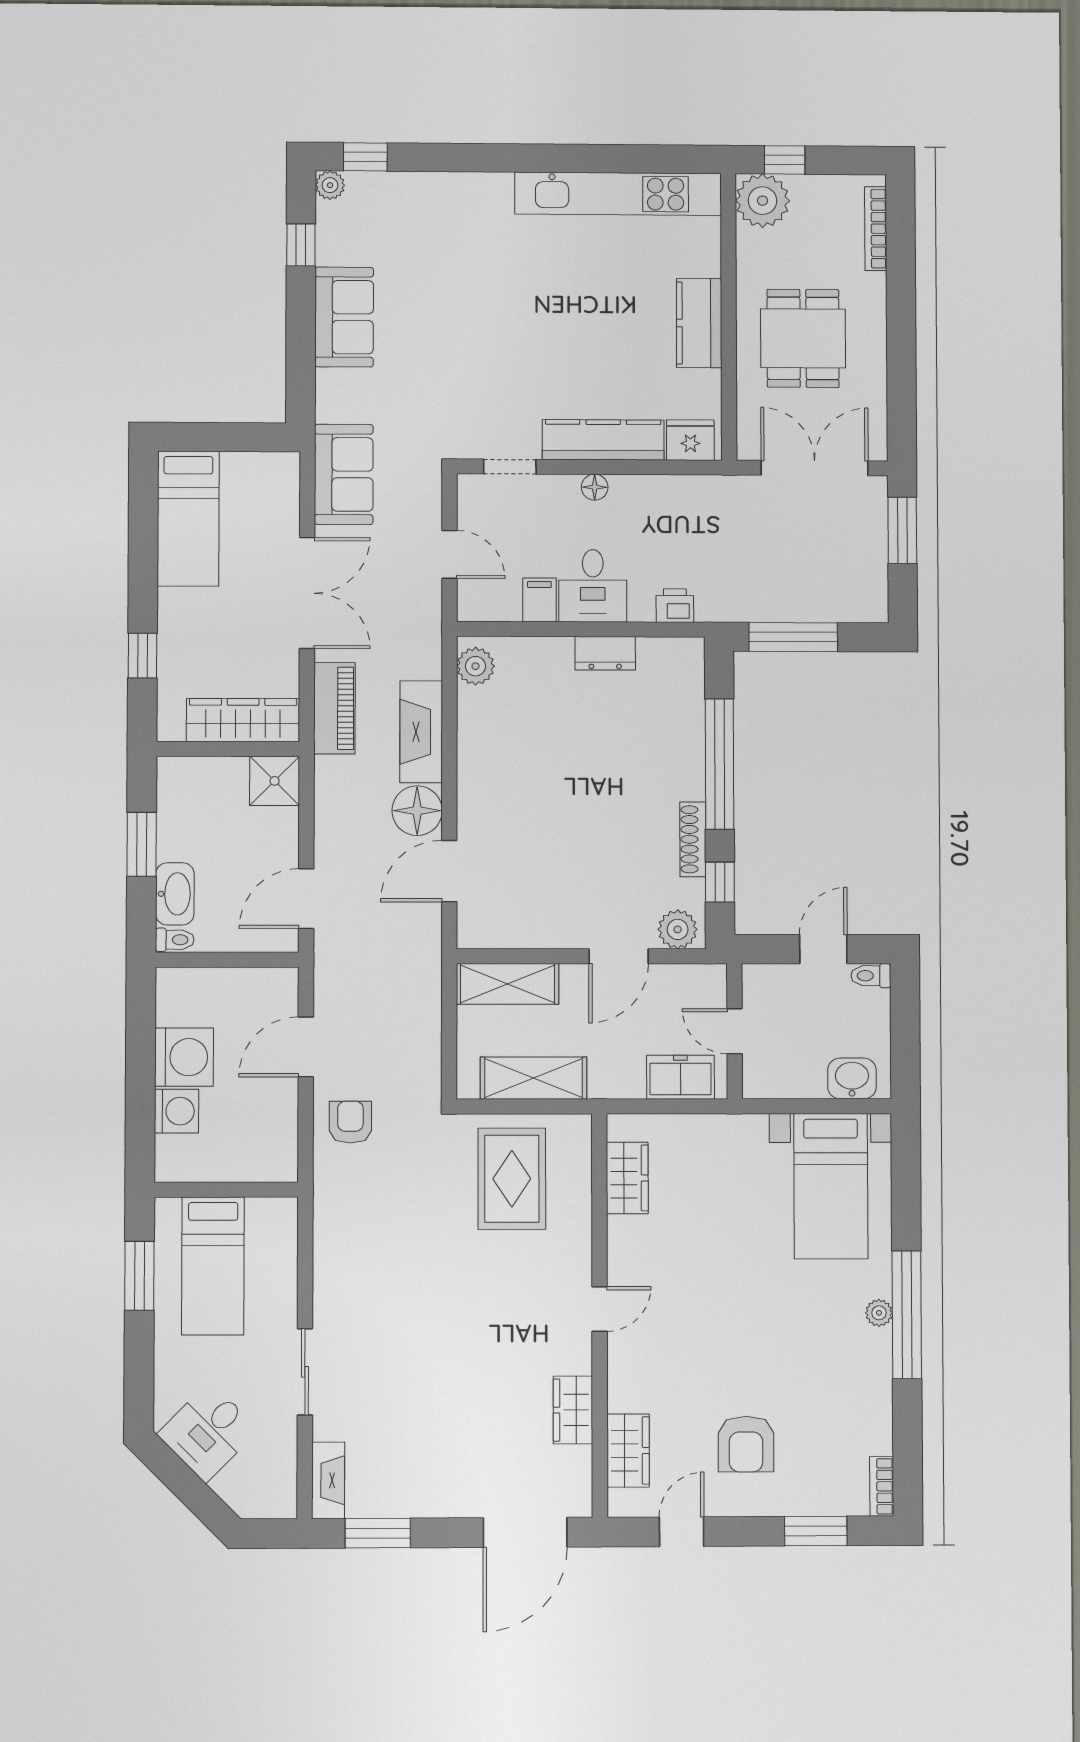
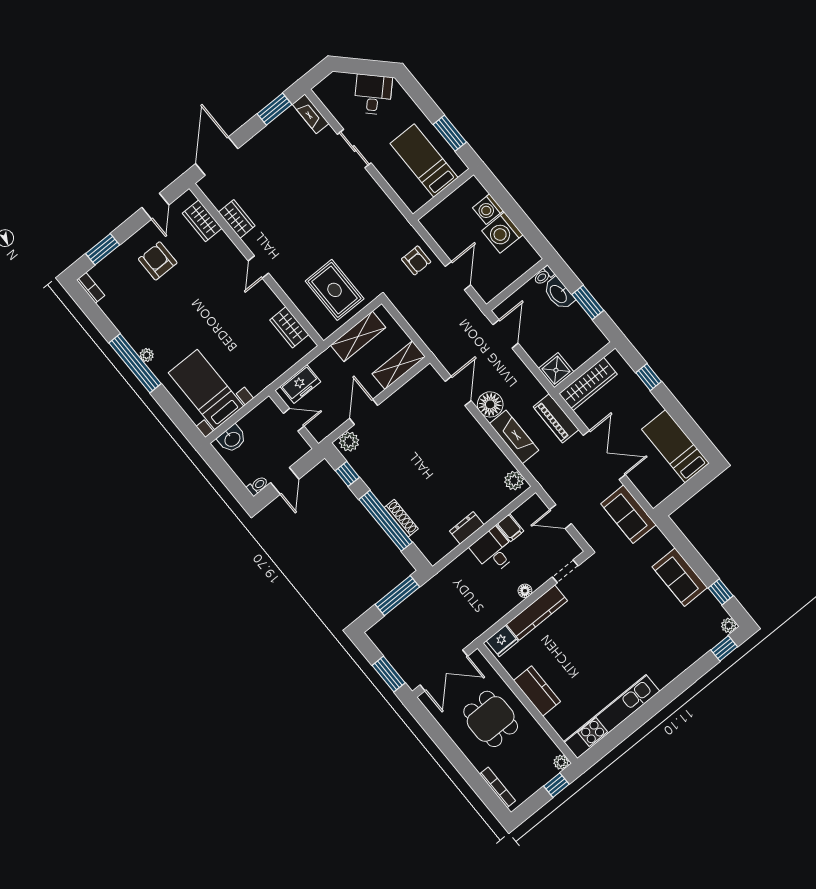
plant: (762, 201) -> (561, 762), width x0.53, depth x0.53
double door: (307, 593) -> (604, 455), swing flipped
printer: (675, 606) -> (455, 570), removed
shoe rack: (693, 839) -> (401, 518), moved

